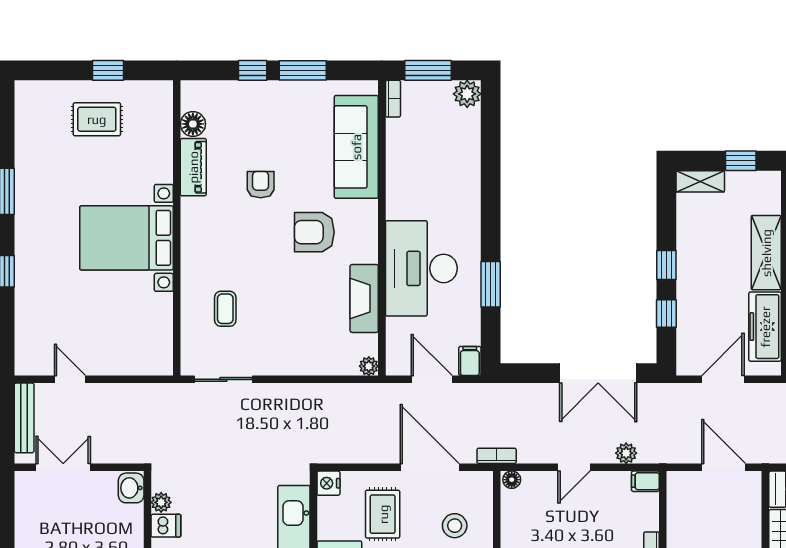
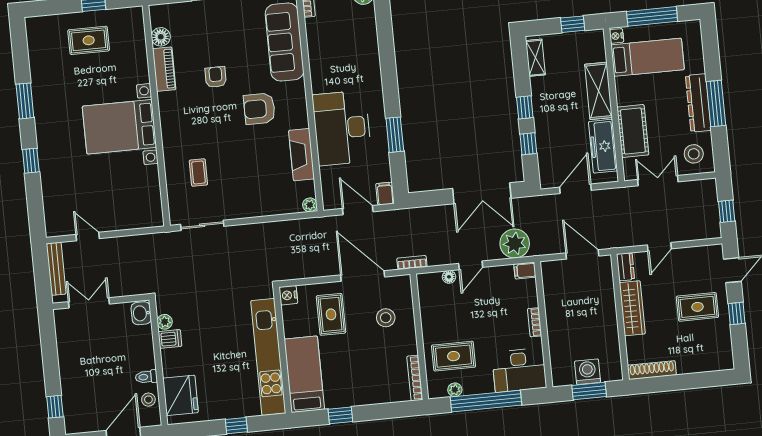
shelving: (700, 181) -> (535, 58), moved, turned 90
plant: (626, 453) -> (515, 244), width x1.88, depth x1.88
floor lamp: (512, 480) -> (449, 277), moved

